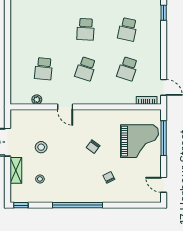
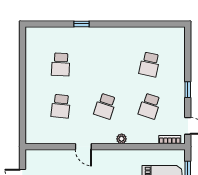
window: (164, 13) -> (188, 90), moved
school desk: (86, 29) -> (61, 64), moved
plant: (37, 100) -> (122, 139), moved

